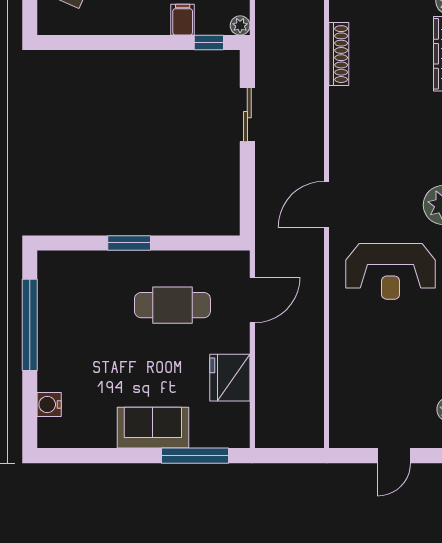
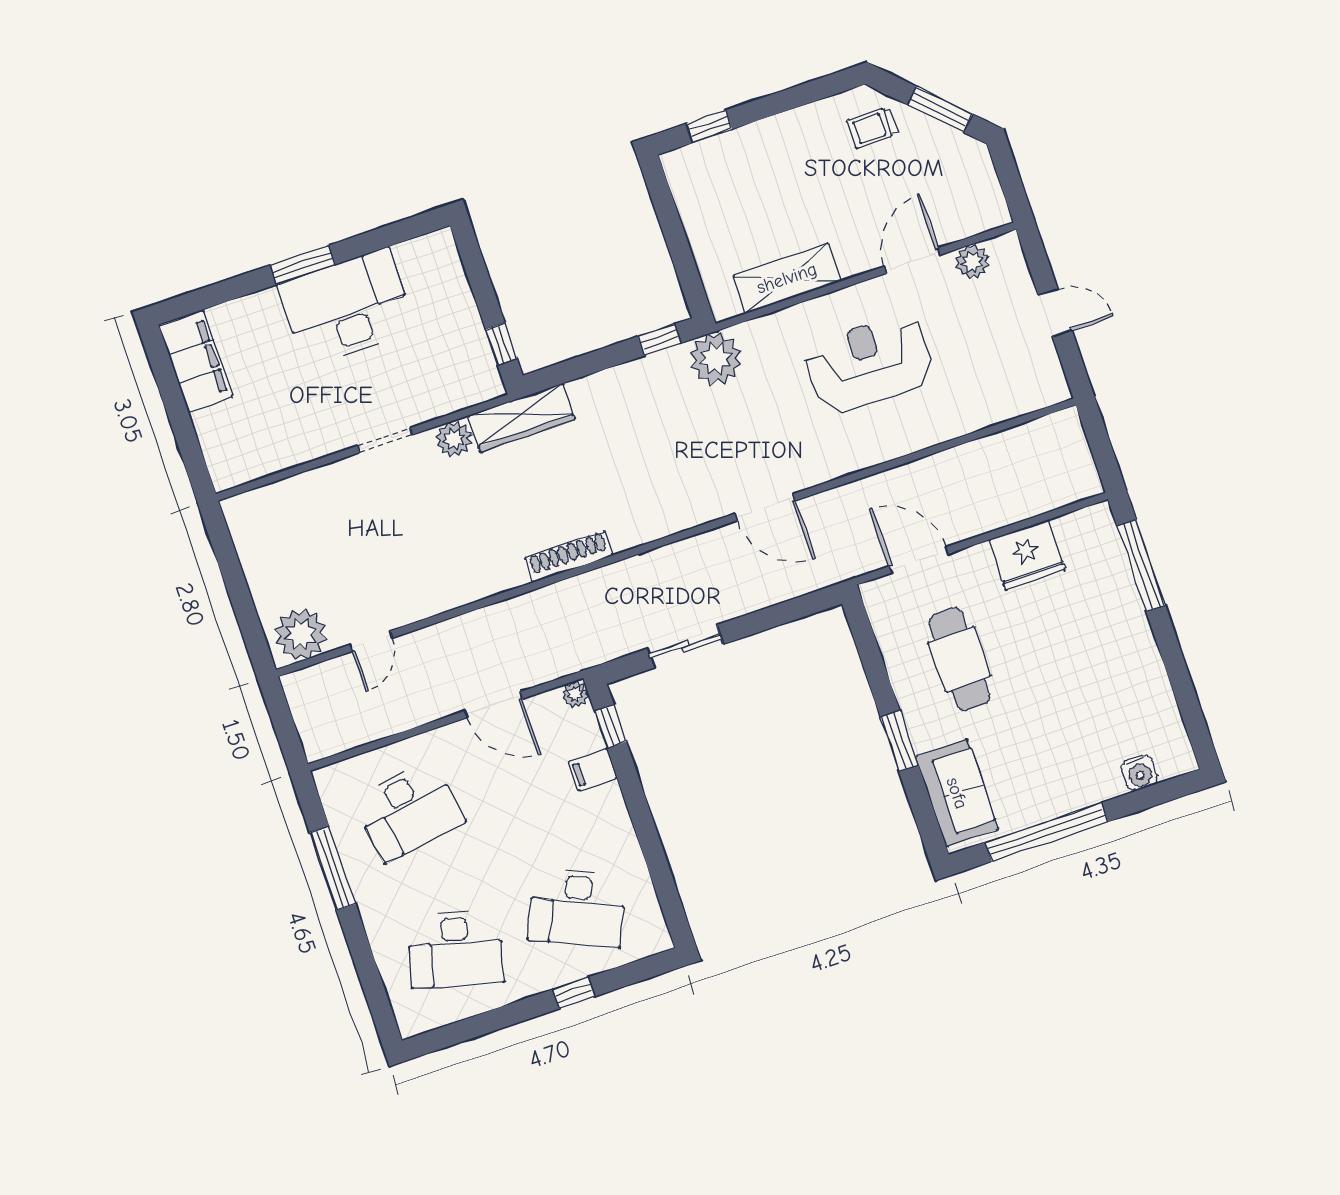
reception desk: (391, 271) -> (869, 364), moved, turned -90
sofa: (153, 428) -> (957, 793), moved, turned 180

